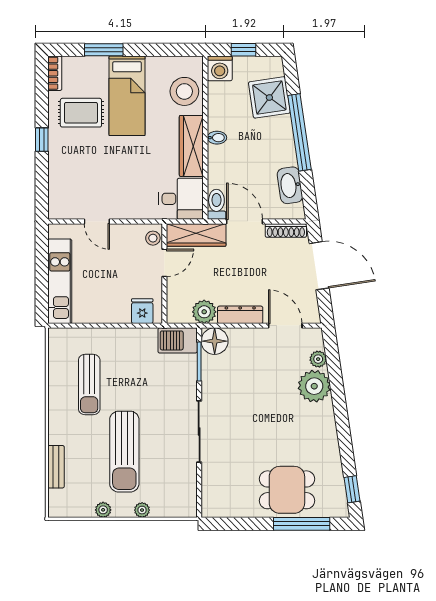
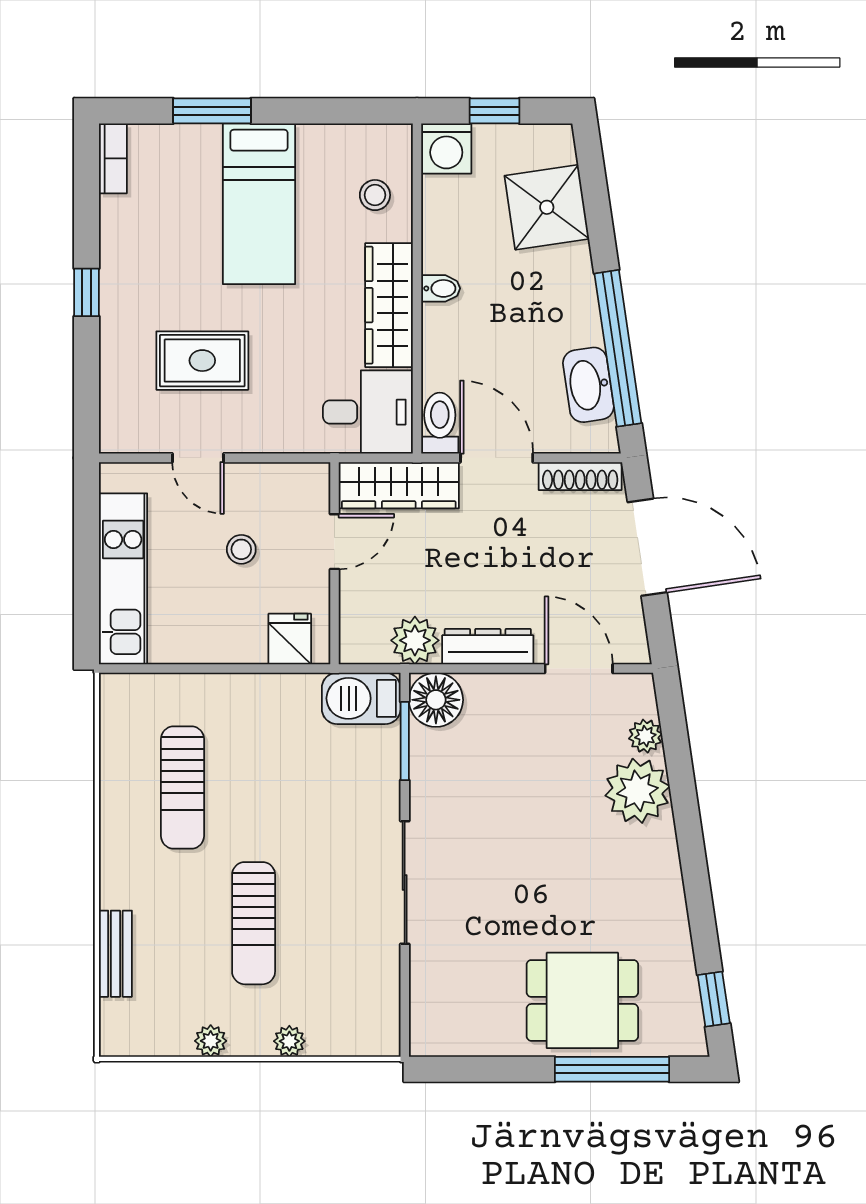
stool: (184, 91) -> (375, 195), width x0.53, depth x0.53
rug: (81, 113) -> (202, 361), moved
window: (299, 132) -> (618, 348), moved
stool: (153, 238) -> (241, 549), moved
sun lounger: (124, 452) -> (254, 923), width x0.73, depth x0.75

